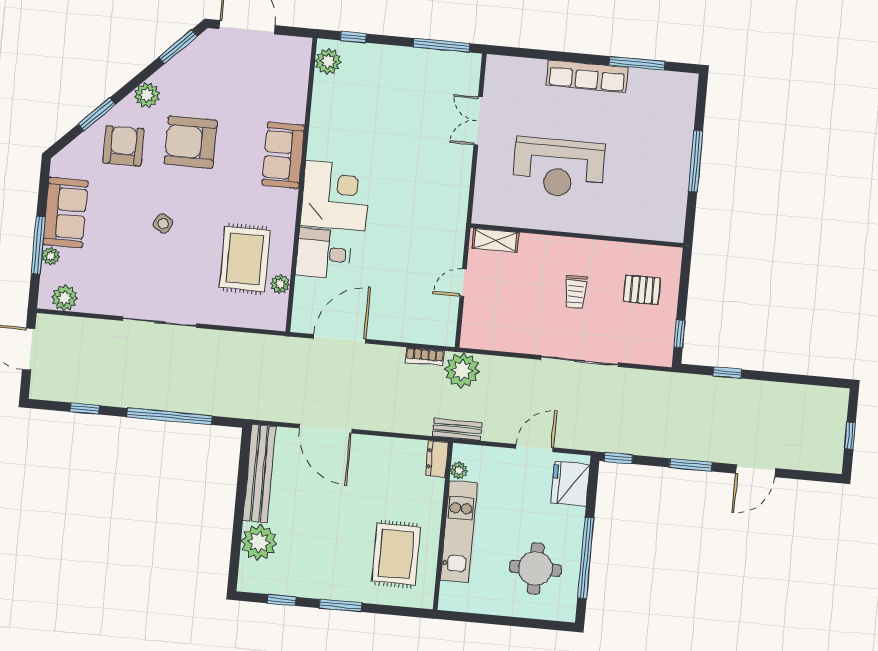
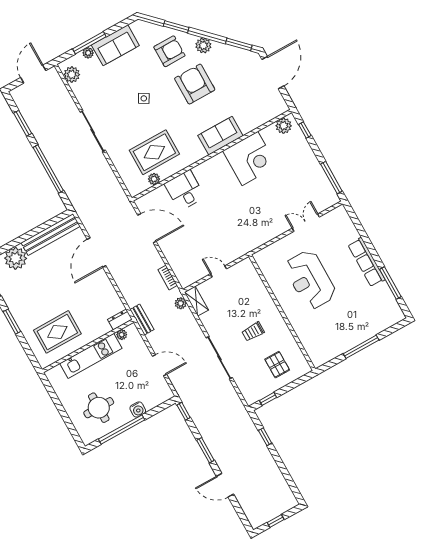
corner desk: (335, 196) -> (250, 158), moved
shelving: (495, 240) -> (196, 301), moved
plant: (462, 370) -> (181, 303), width x0.53, depth x0.53
window: (85, 409) -> (23, 123), width x1.50
fridge: (570, 484) -> (154, 396), removed
water cooler: (574, 518) -> (138, 410), added

